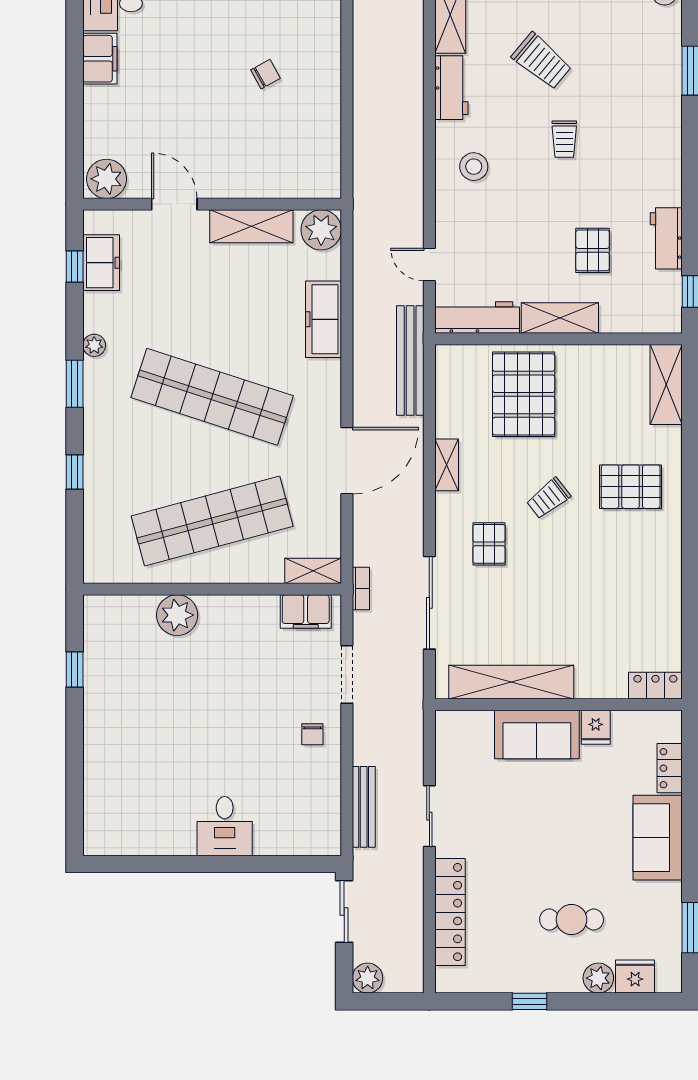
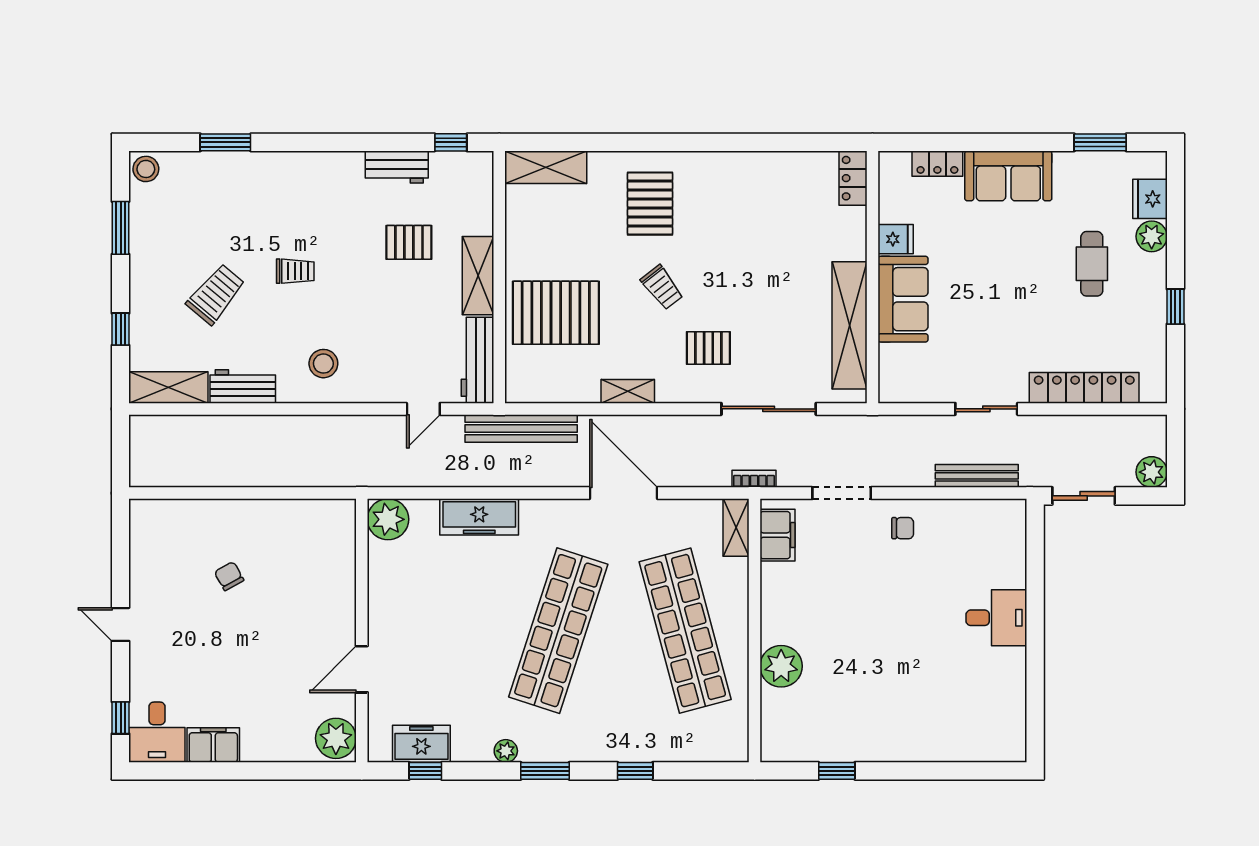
shelving: (251, 226) -> (384, 590), removed

